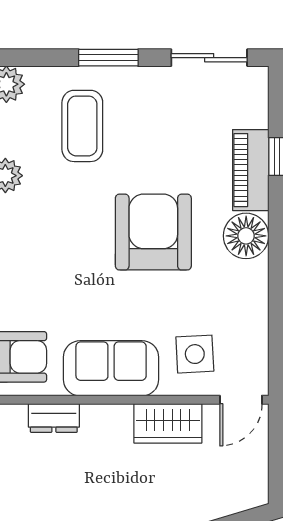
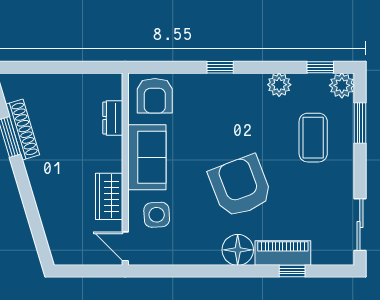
window: (108, 58) -> (360, 123), moved
coffee table: (82, 126) -> (313, 138), turned 90
armchair: (153, 232) -> (240, 186), turned -111

